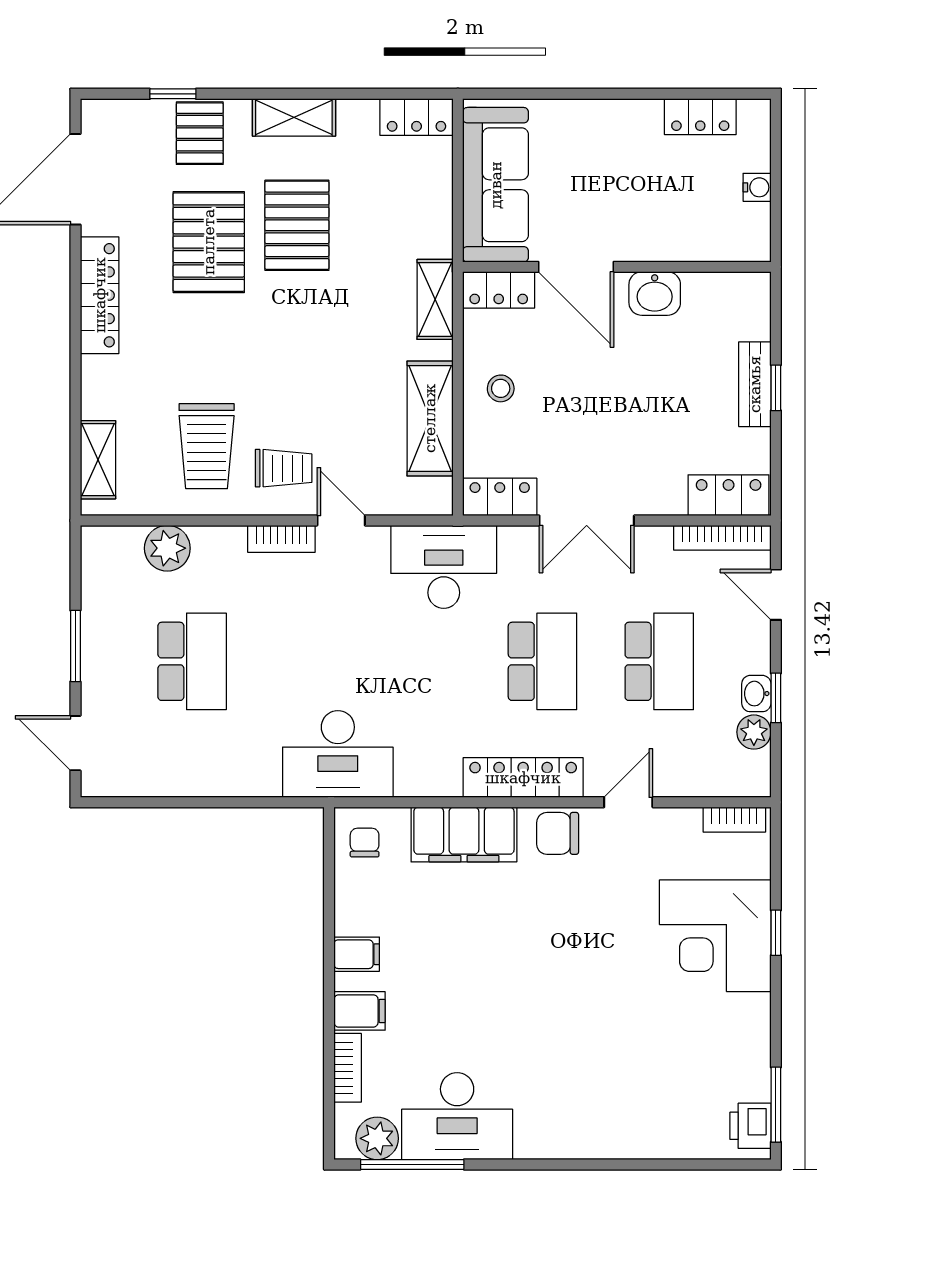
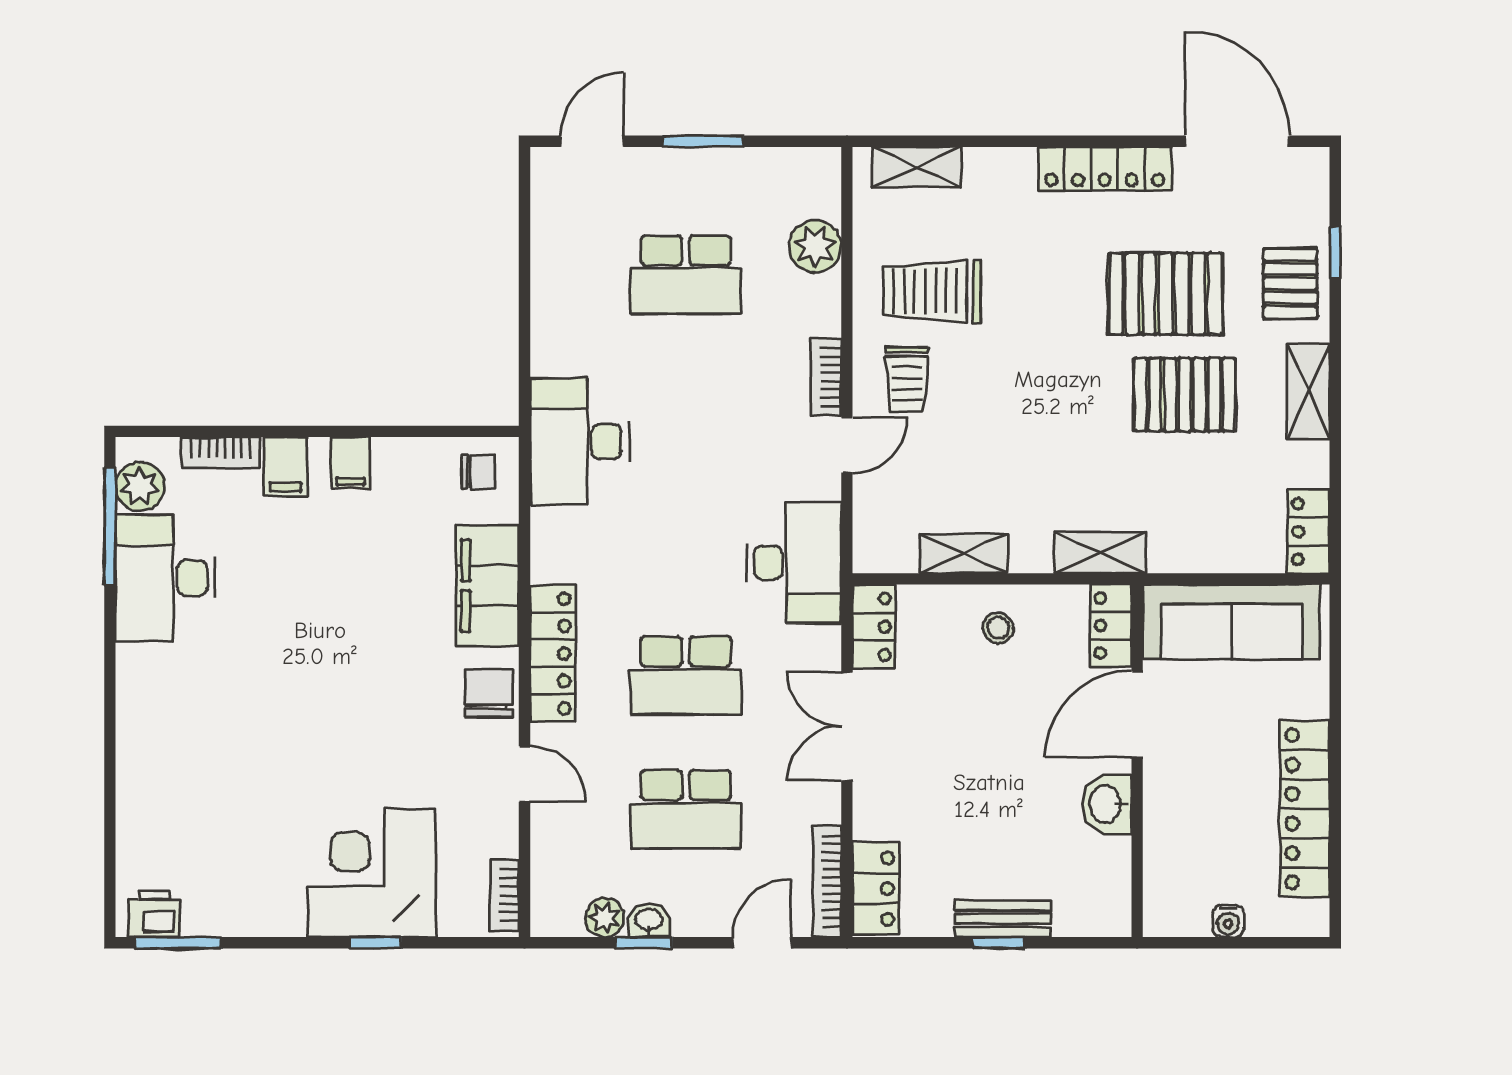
locker: (700, 117) -> (1305, 809), width x2.16, depth x1.21
pallet: (200, 133) -> (1290, 283), turned 90
shelving: (430, 418) -> (964, 554), width x0.67, depth x0.75

